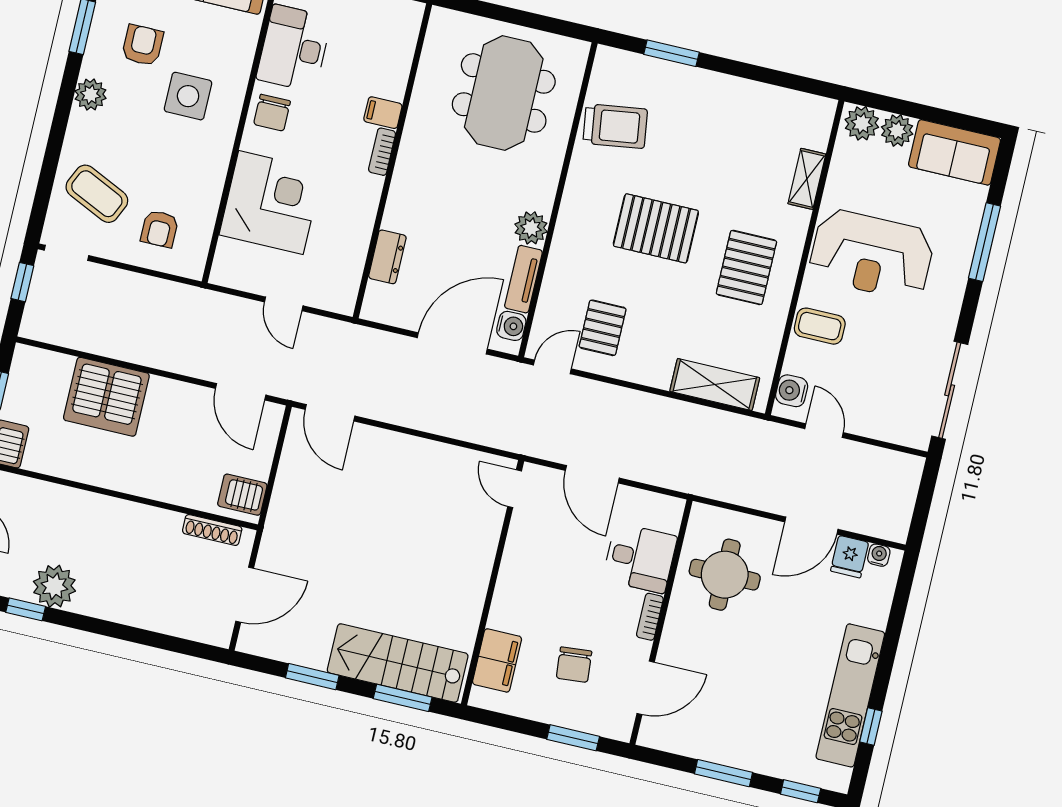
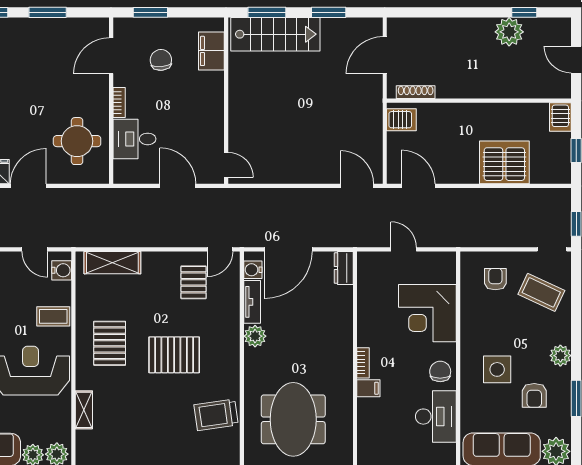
dresser: (387, 257) -> (344, 268), moved

